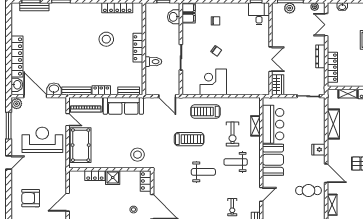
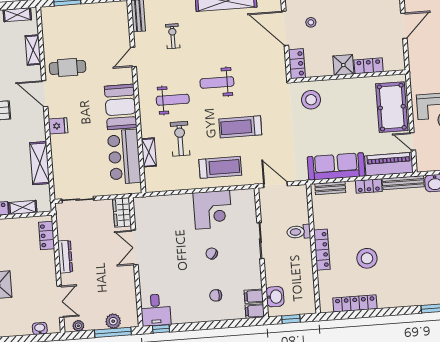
locker: (332, 67) -> (47, 236), width x0.66

